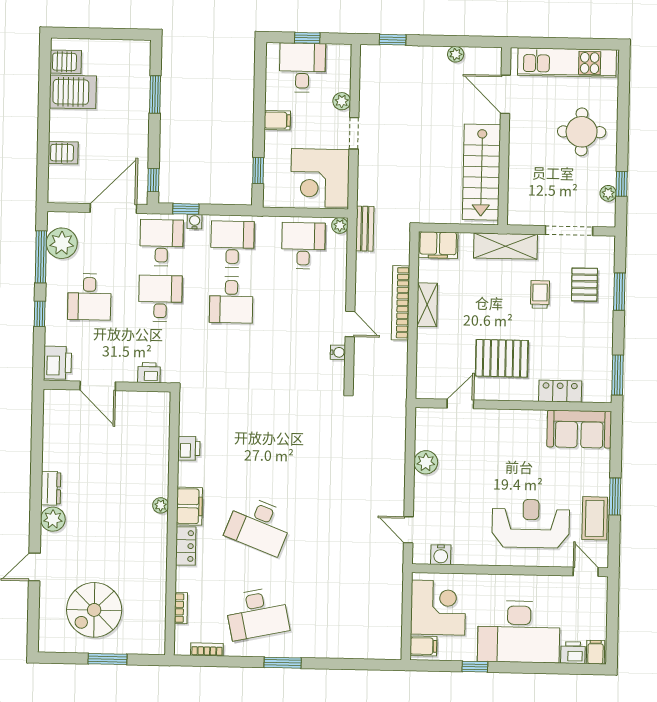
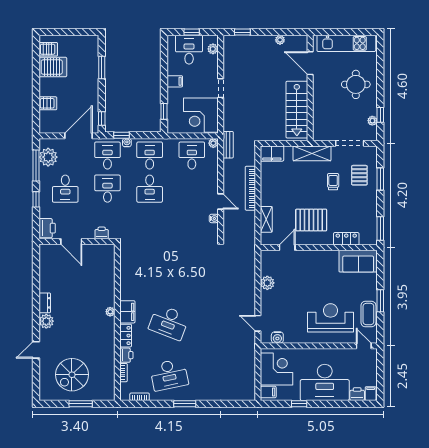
plant: (342, 101) -> (213, 49), moved
shelving: (427, 305) -> (266, 219), moved
printer: (189, 448) -> (126, 355), moved

